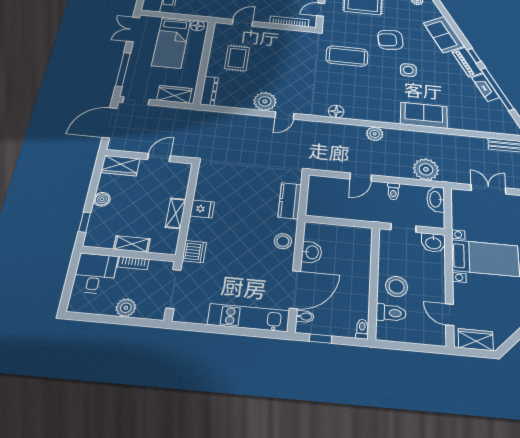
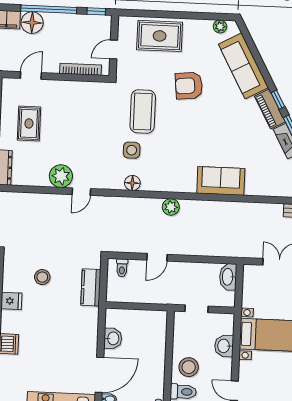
sofa: (444, 35) -> (243, 66), width x1.36
coffee table: (347, 56) -> (143, 111), turned 90
side table: (408, 70) -> (132, 150), moved
plant: (426, 169) -> (220, 244), removed
toilet: (393, 191) -> (122, 268), moved
stool: (283, 241) -> (42, 277), moved
washbasin: (433, 243) -> (224, 346), moved, turned 90

